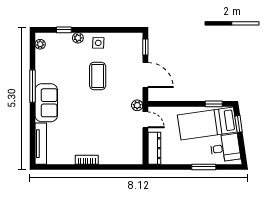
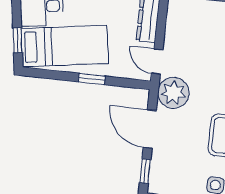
window: (214, 104) -> (92, 79), moved
plant: (137, 105) -> (173, 93), width x1.88, depth x1.88

